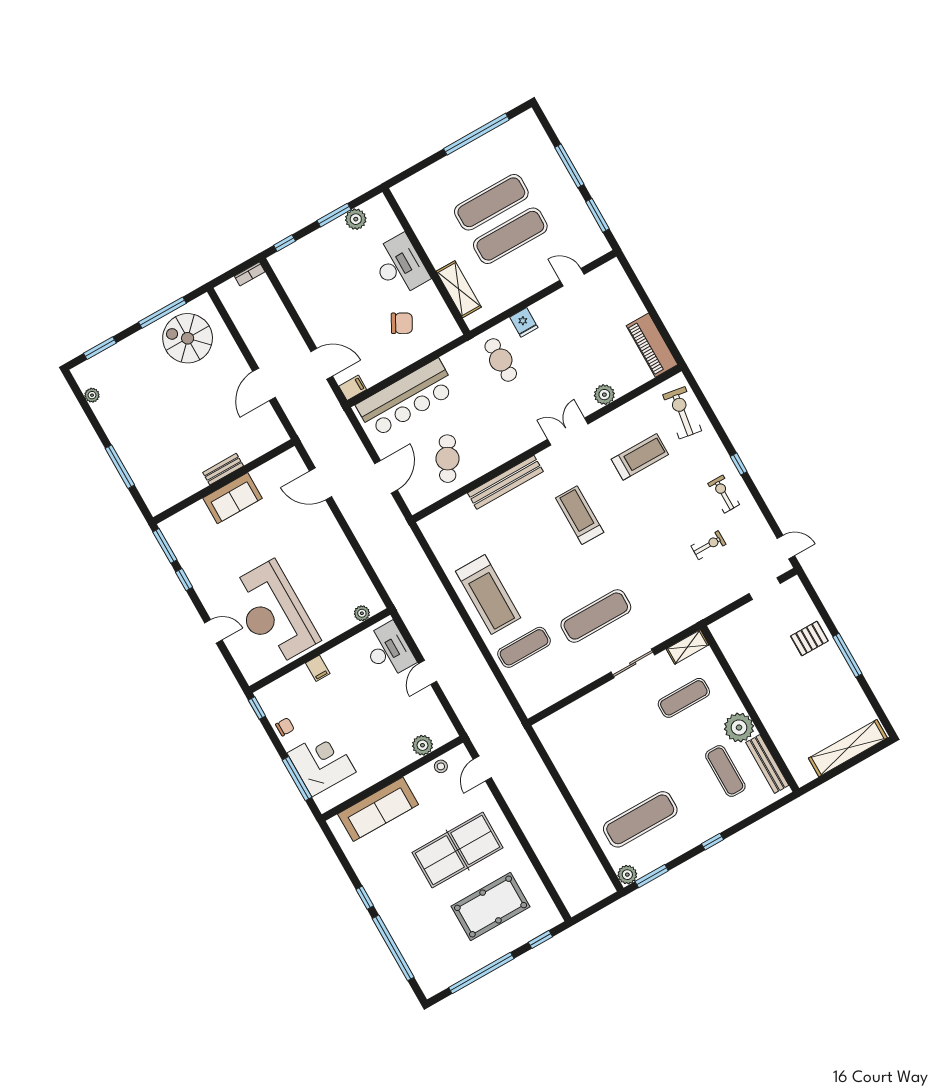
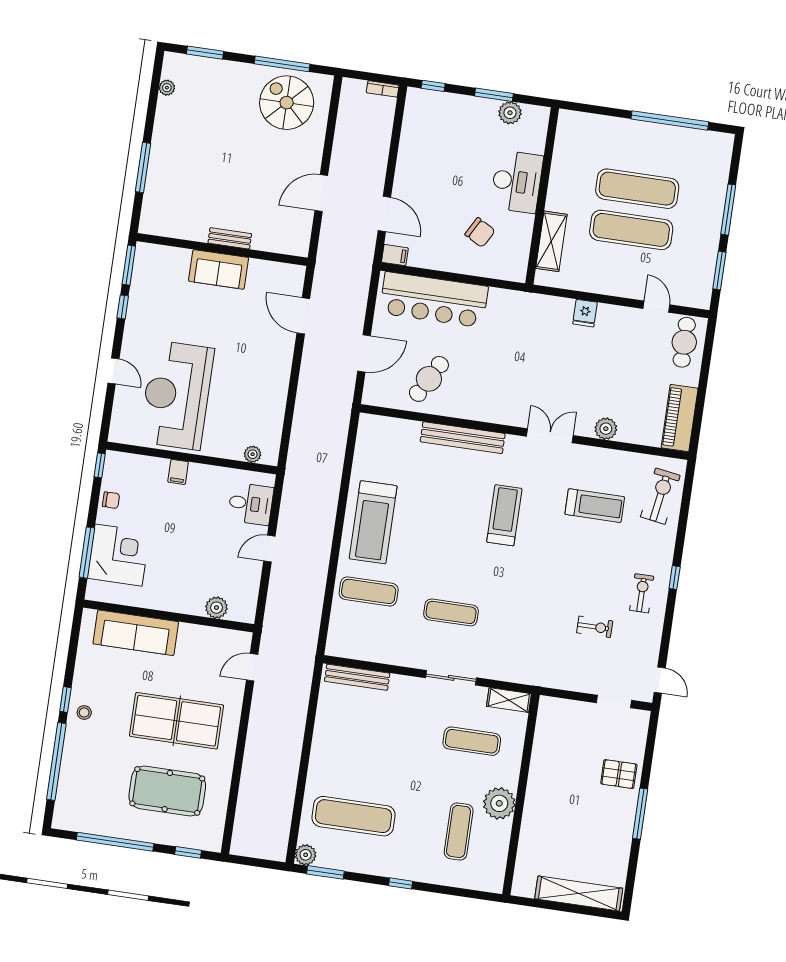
cafe table: (501, 360) -> (684, 342), moved
exercise mat: (596, 616) -> (451, 612), width x0.73, depth x0.69
desk: (389, 650) -> (251, 504), width x0.73
bench: (767, 764) -> (357, 677), moved, turned 90
stool: (441, 766) -> (84, 712), moved

